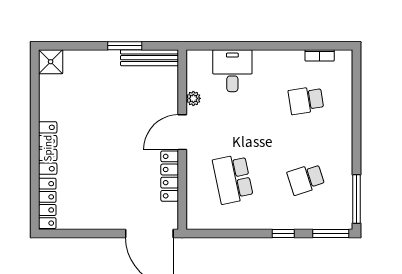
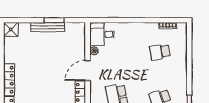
bench: (150, 58) -> (48, 27), moved
desk: (232, 71) -> (102, 34), moved, turned -90

